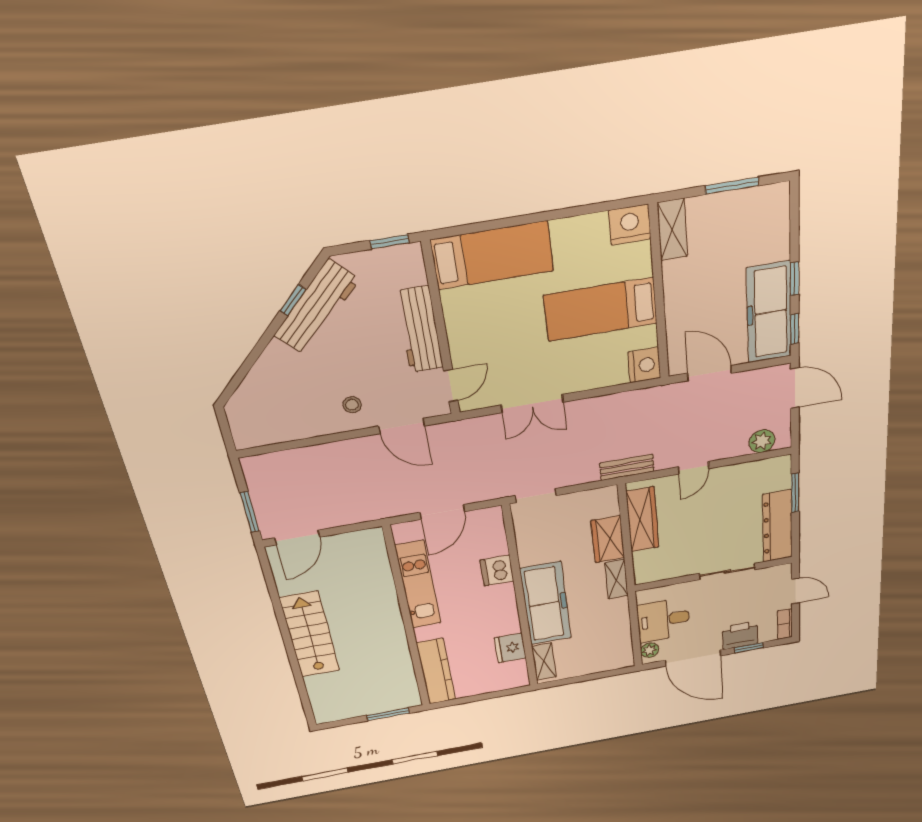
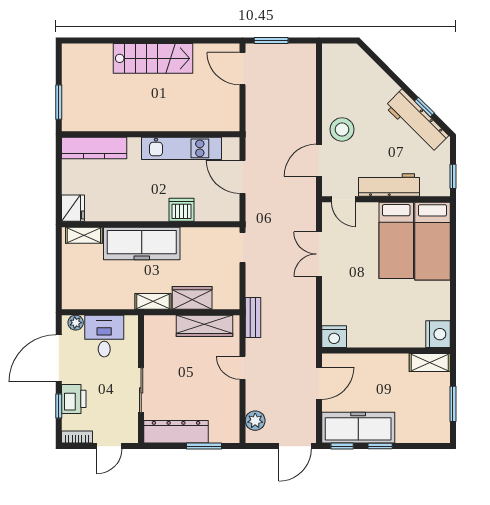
bed: (601, 309) -> (396, 240), moved, turned 180
stool: (352, 405) -> (342, 129), width x1.89, depth x1.89
fridge: (510, 648) -> (73, 208), moved, turned 90

